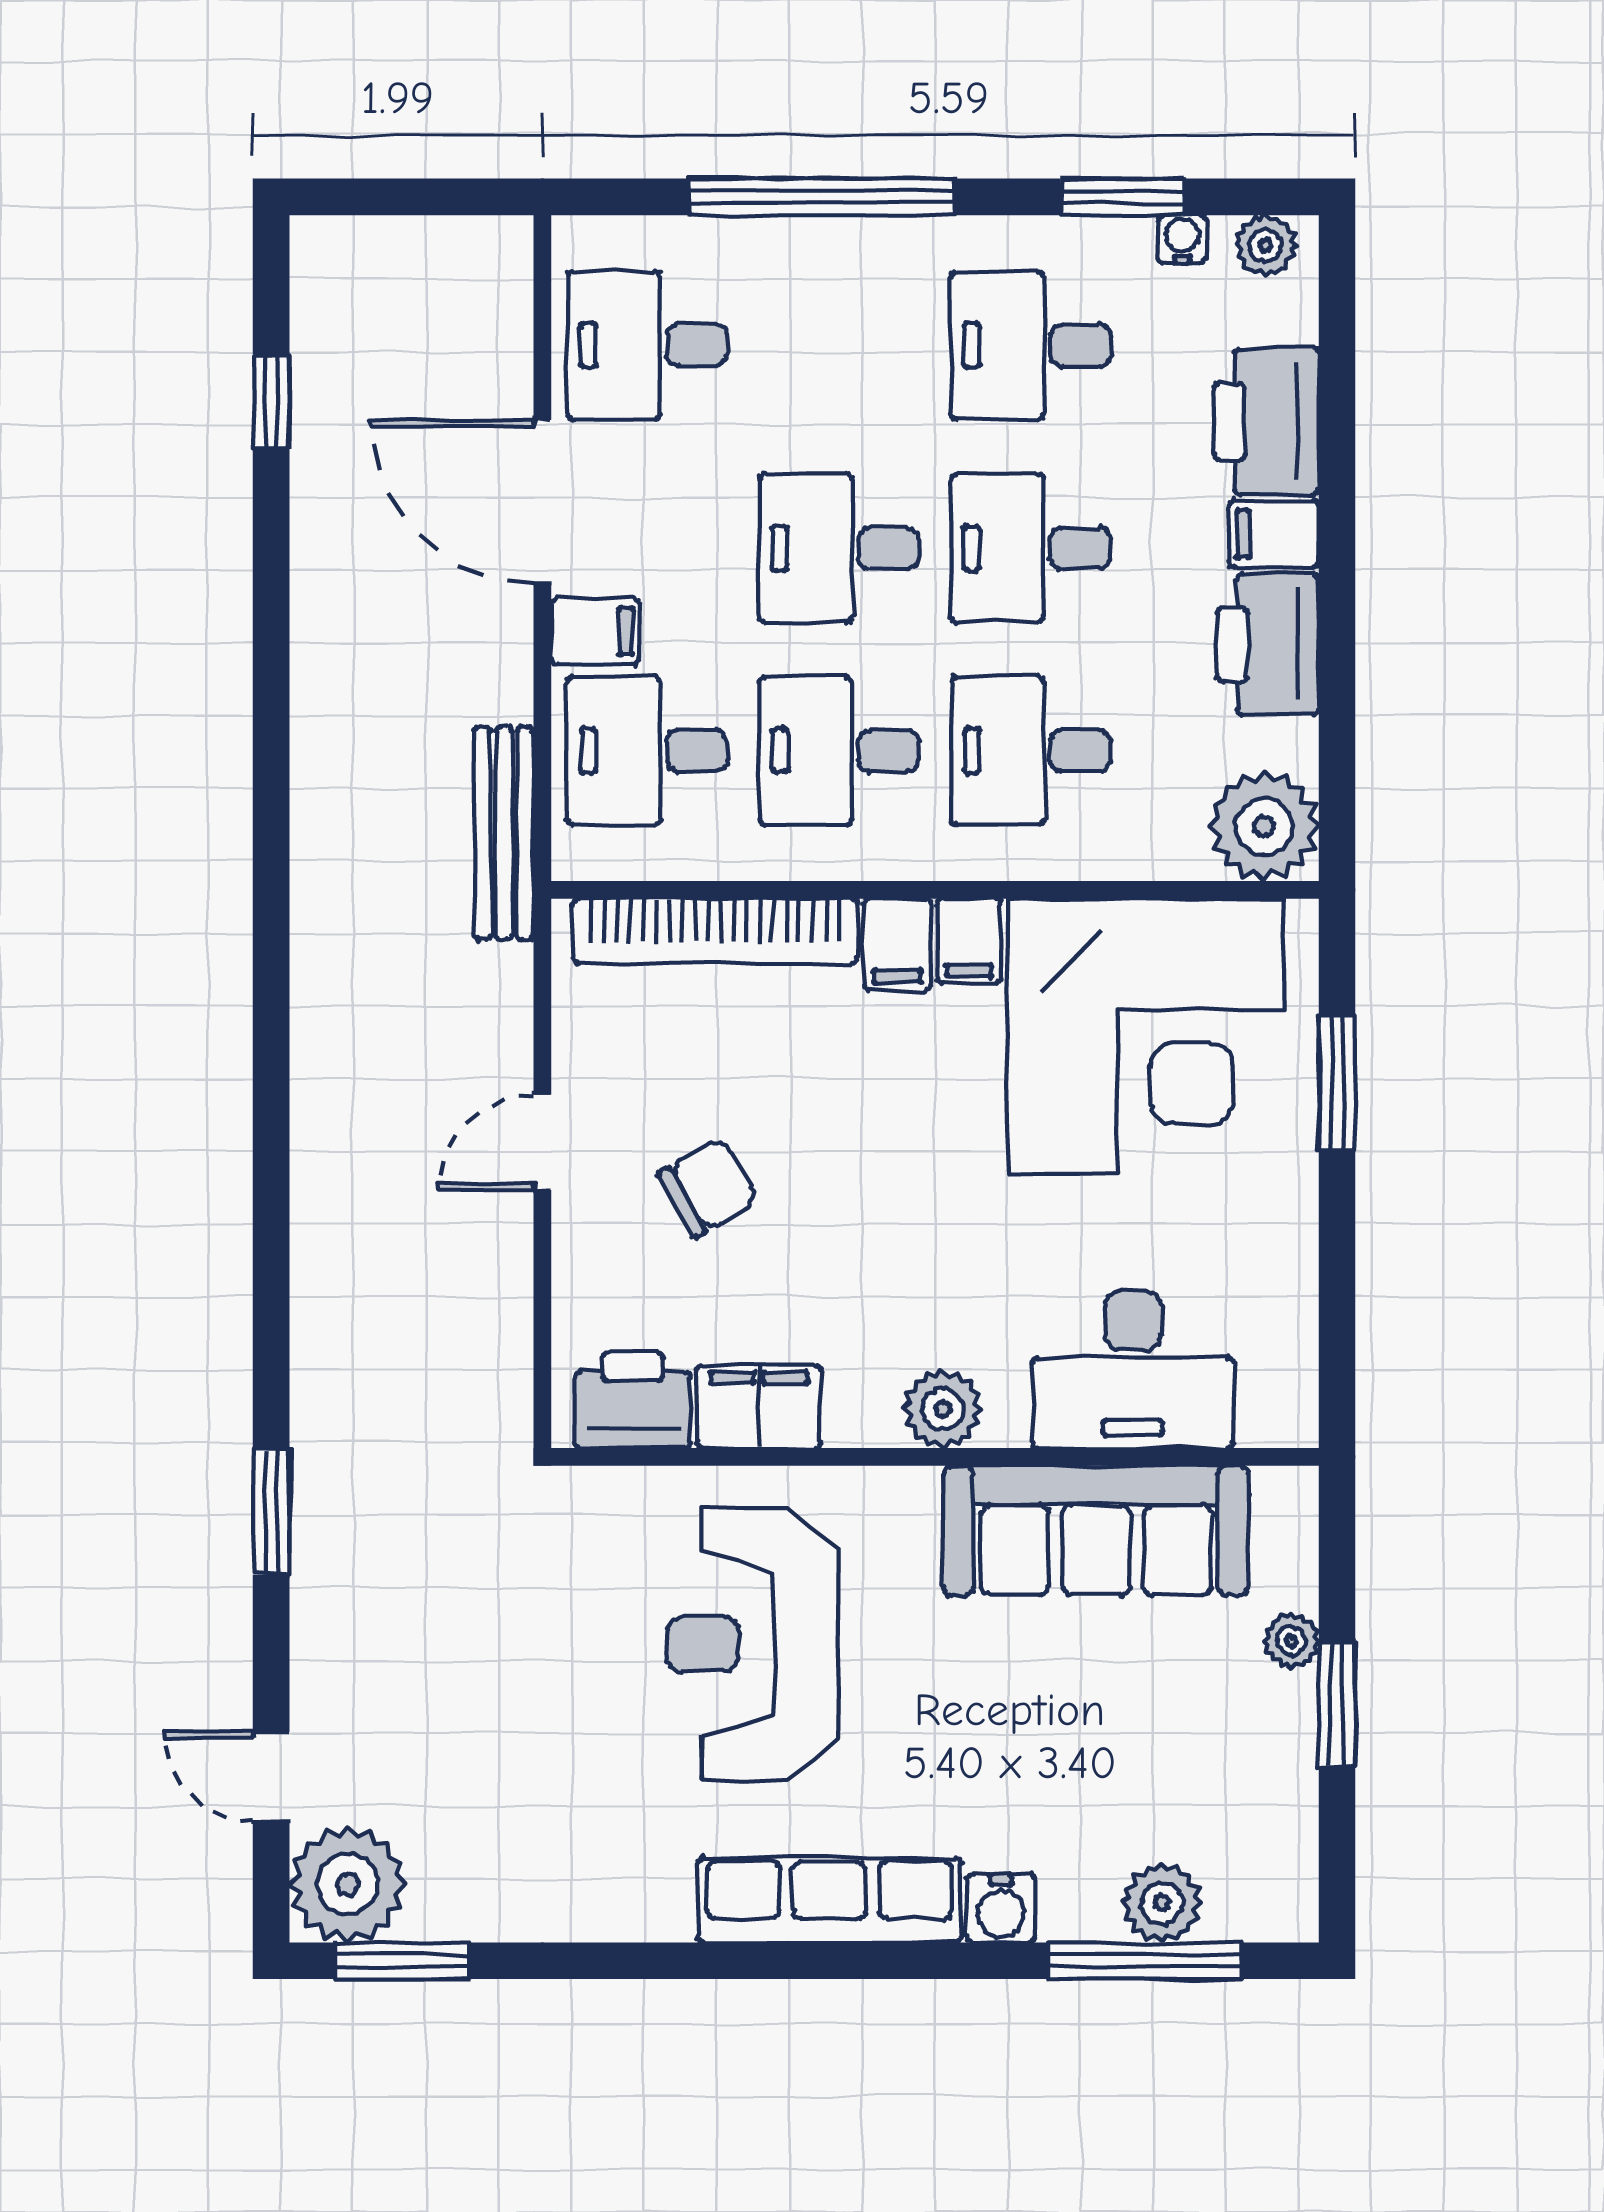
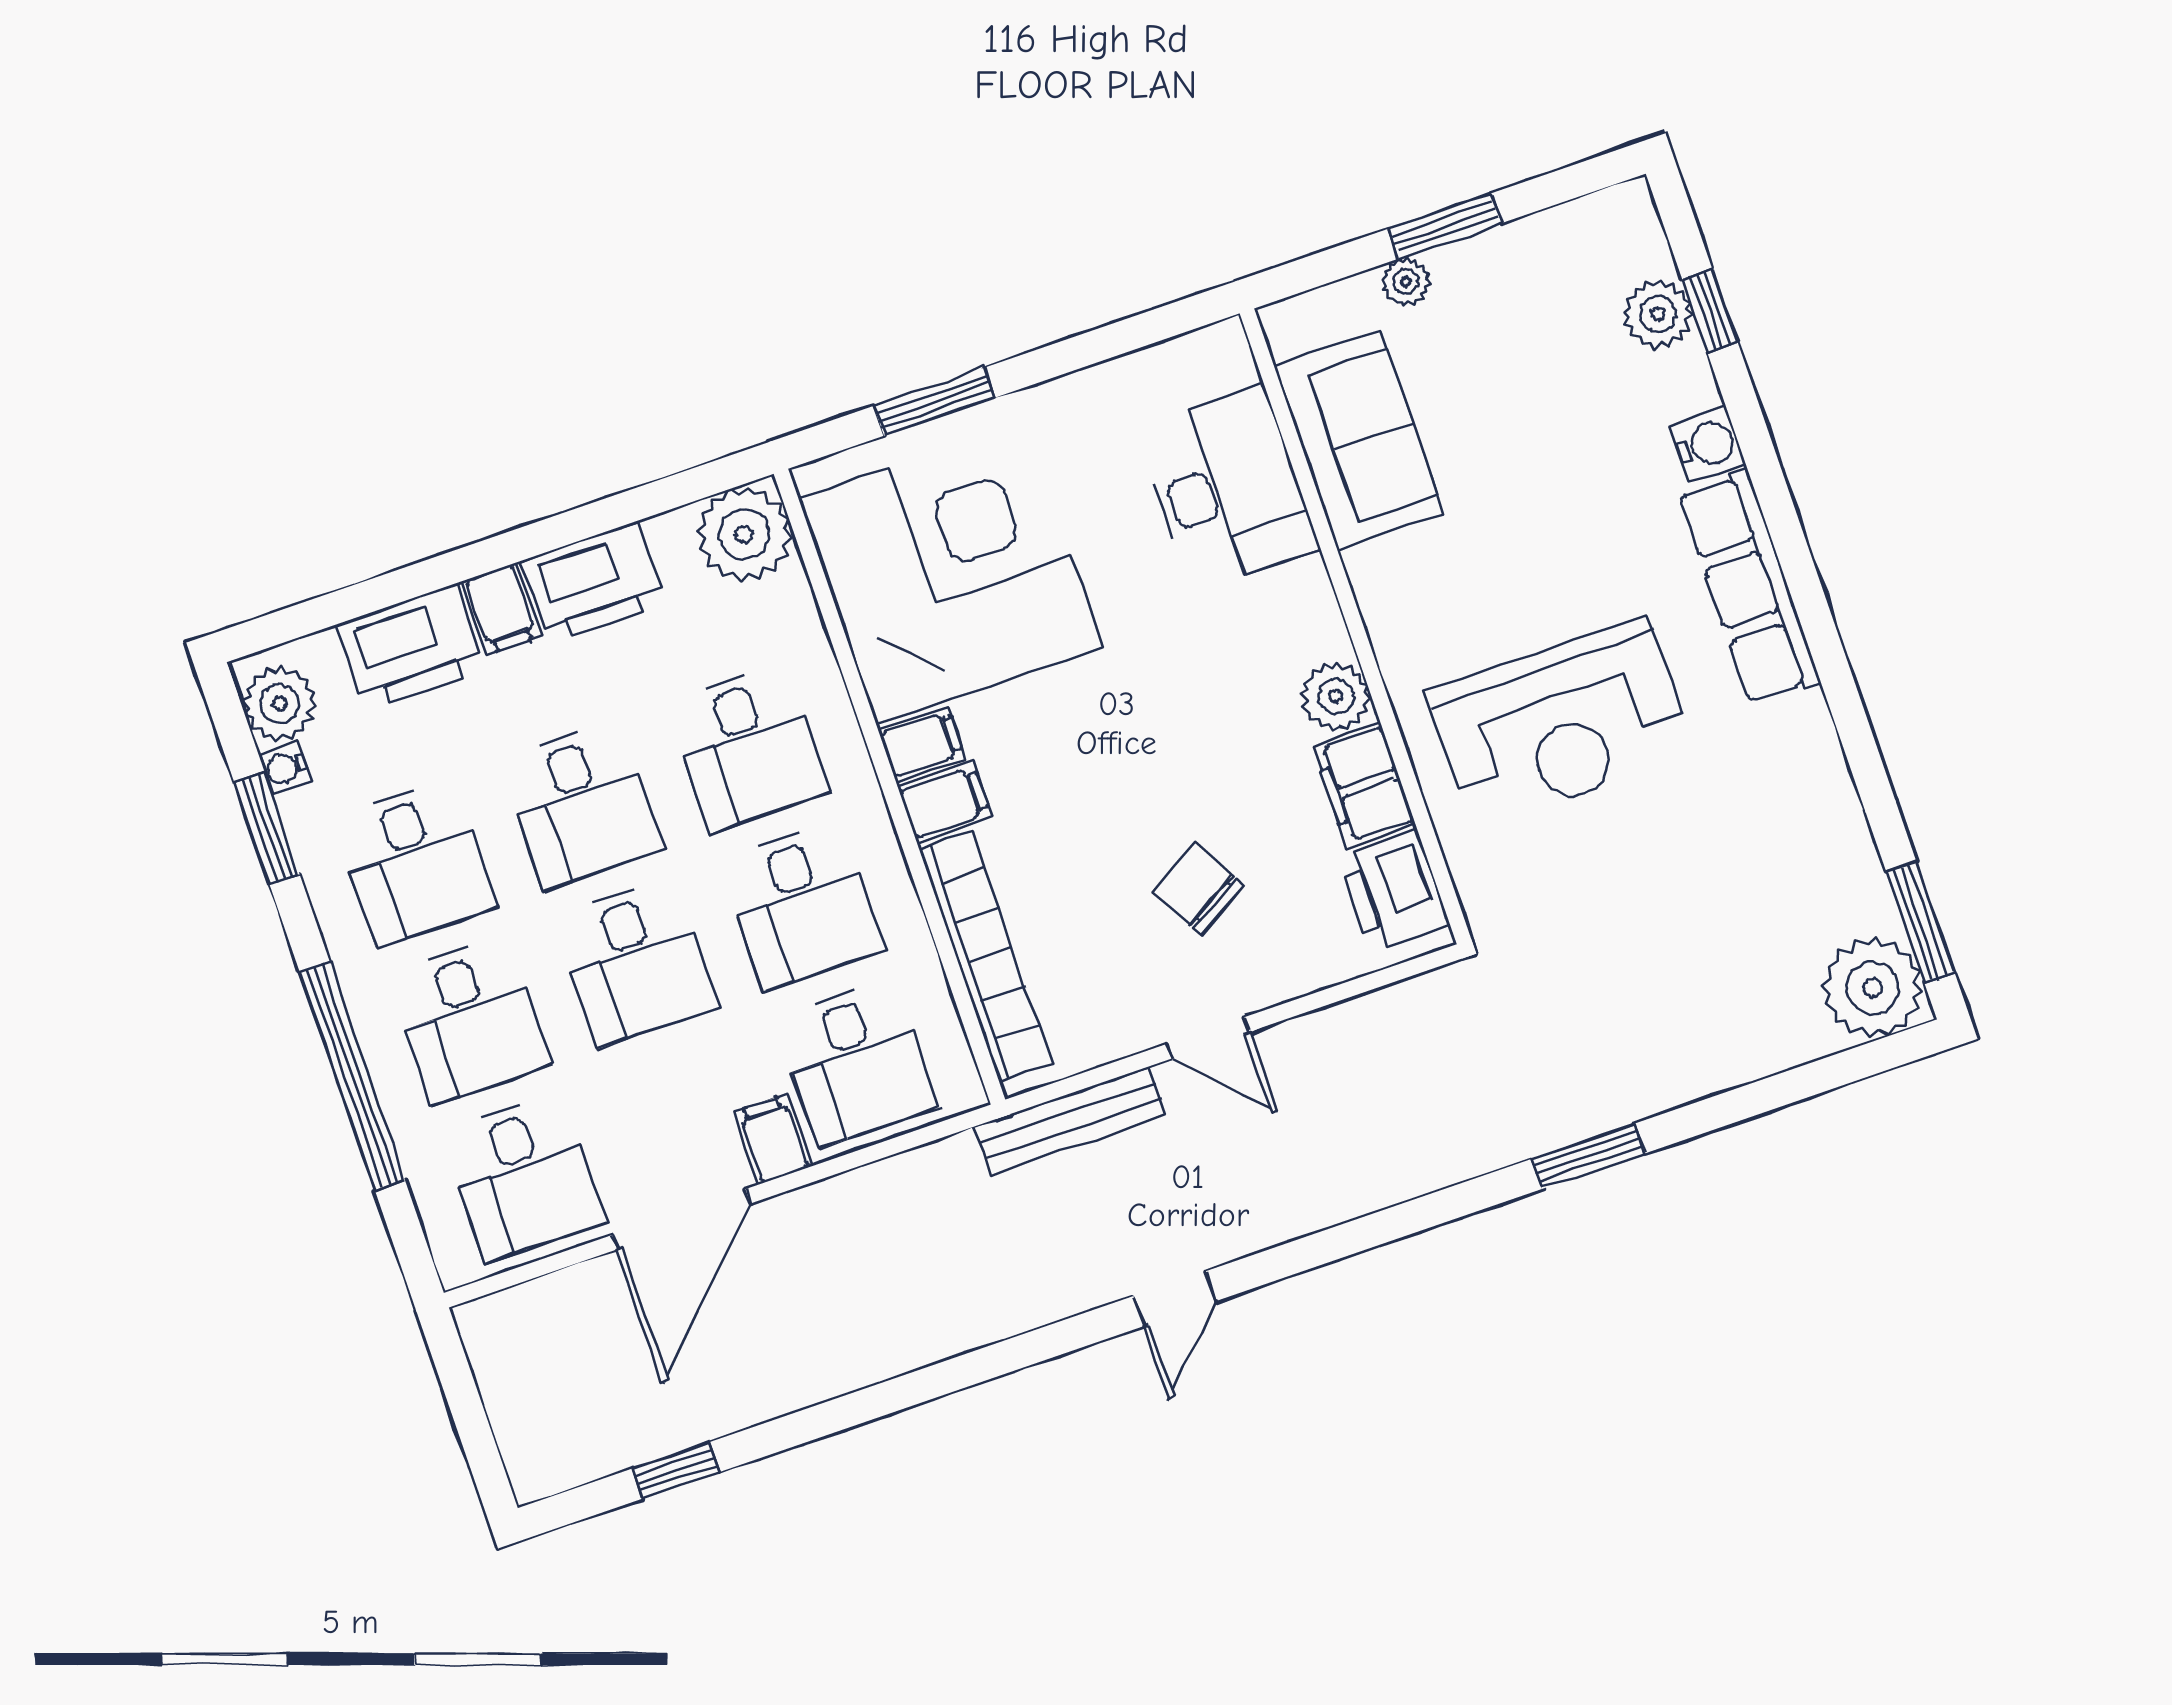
plant: (1266, 246) -> (279, 704), width x1.38, depth x1.38
desk: (839, 345) -> (469, 1020), added
bench: (504, 833) -> (1070, 1121), moved
plant: (943, 1409) -> (1336, 696), moved
sofa: (1096, 1530) -> (1359, 440), width x0.73
door: (271, 1776) -> (1175, 1299), moved
window: (1145, 1961) -> (1710, 311), width x0.46

